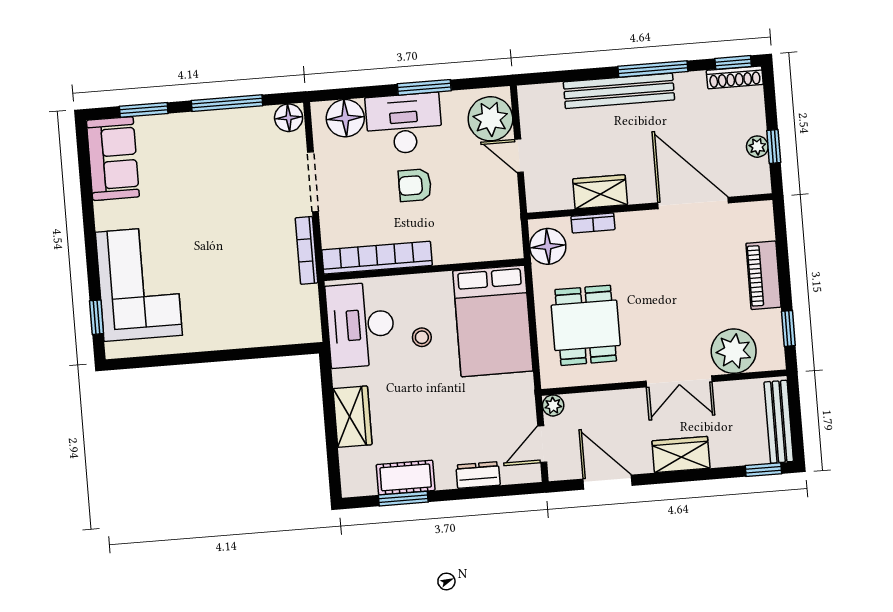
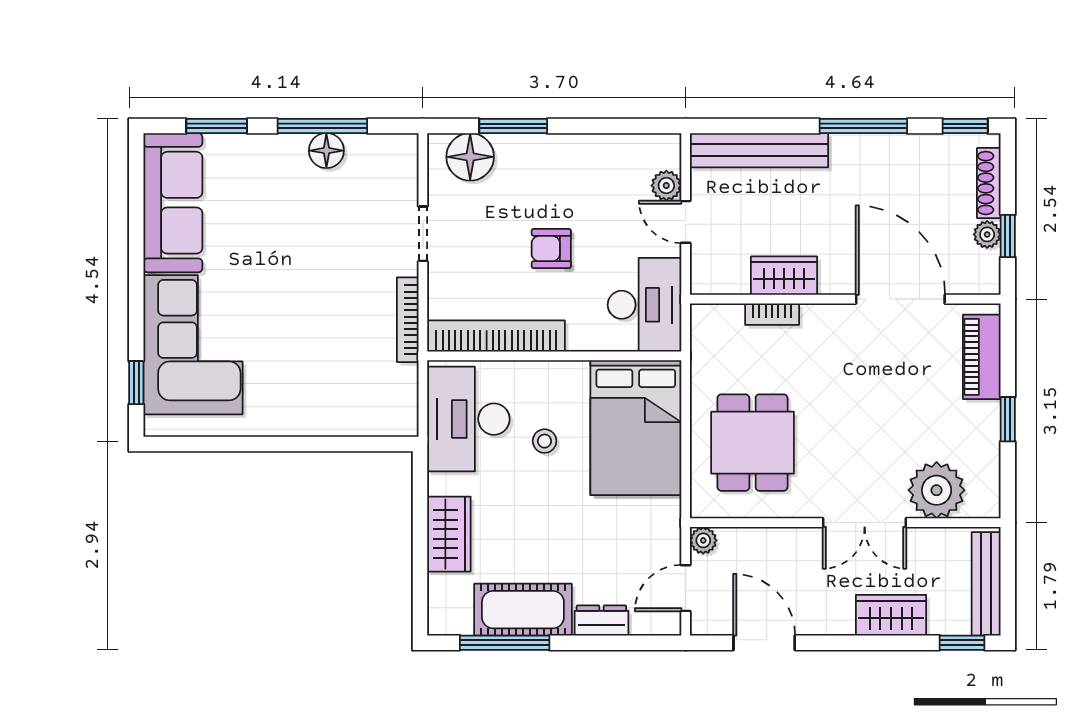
shoe rack: (735, 77) -> (989, 183), moved, turned 90
window: (424, 87) -> (513, 126), moved
bench: (619, 91) -> (759, 150), moved
floor lamp: (289, 118) -> (326, 151), moved
plant: (490, 119) -> (666, 186), width x0.53, depth x0.53
desk: (404, 124) -> (644, 305), moved, turned 90
sofa: (113, 159) -> (173, 203), width x1.36
doorway: (313, 182) -> (423, 234), width x0.73
floor lamp: (548, 246) -> (713, 339), removed
piano: (763, 275) -> (982, 357), moved
window: (788, 328) -> (1008, 419), moved
wardrobe: (681, 454) -> (891, 615), moved
cot: (406, 477) -> (523, 610), width x1.37, depth x1.34
window: (403, 499) -> (505, 643), width x1.44

